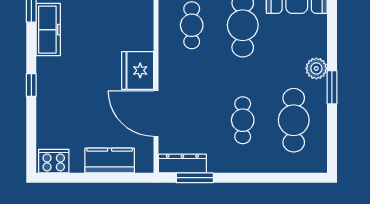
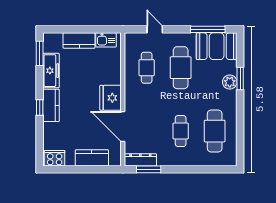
plant: (316, 68) -> (230, 82), moved
kitchen counter: (48, 82) -> (51, 105), added
window: (332, 87) -> (240, 78), moved

